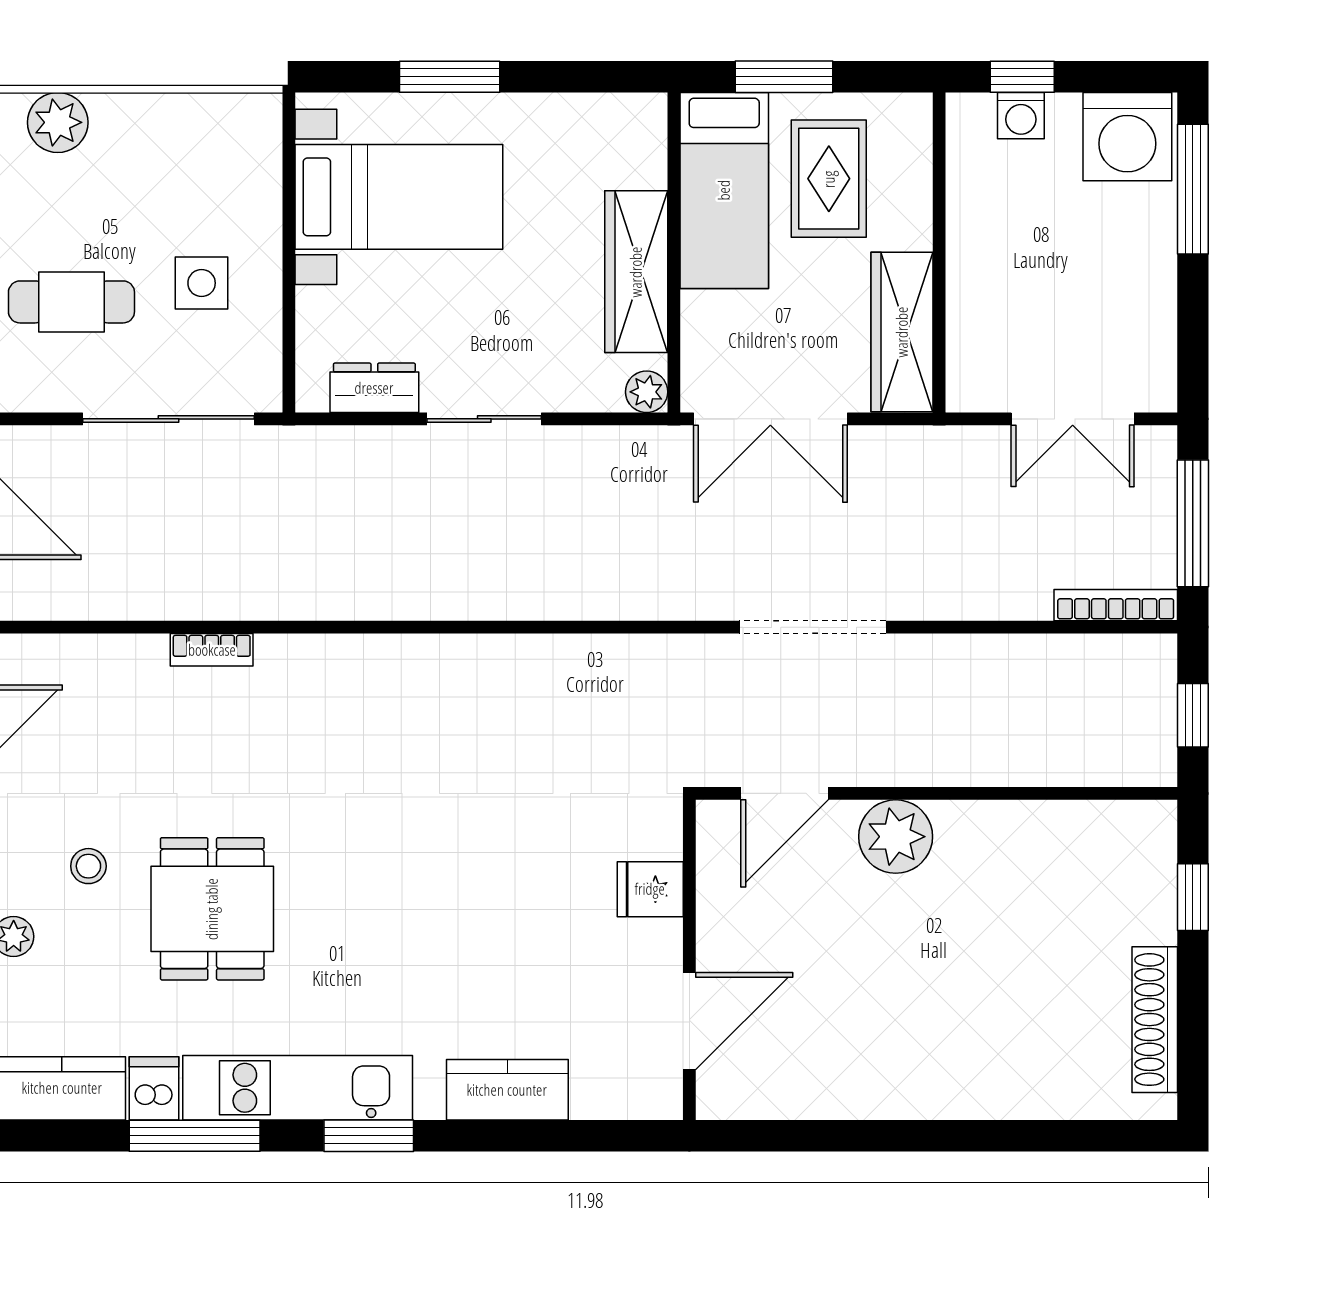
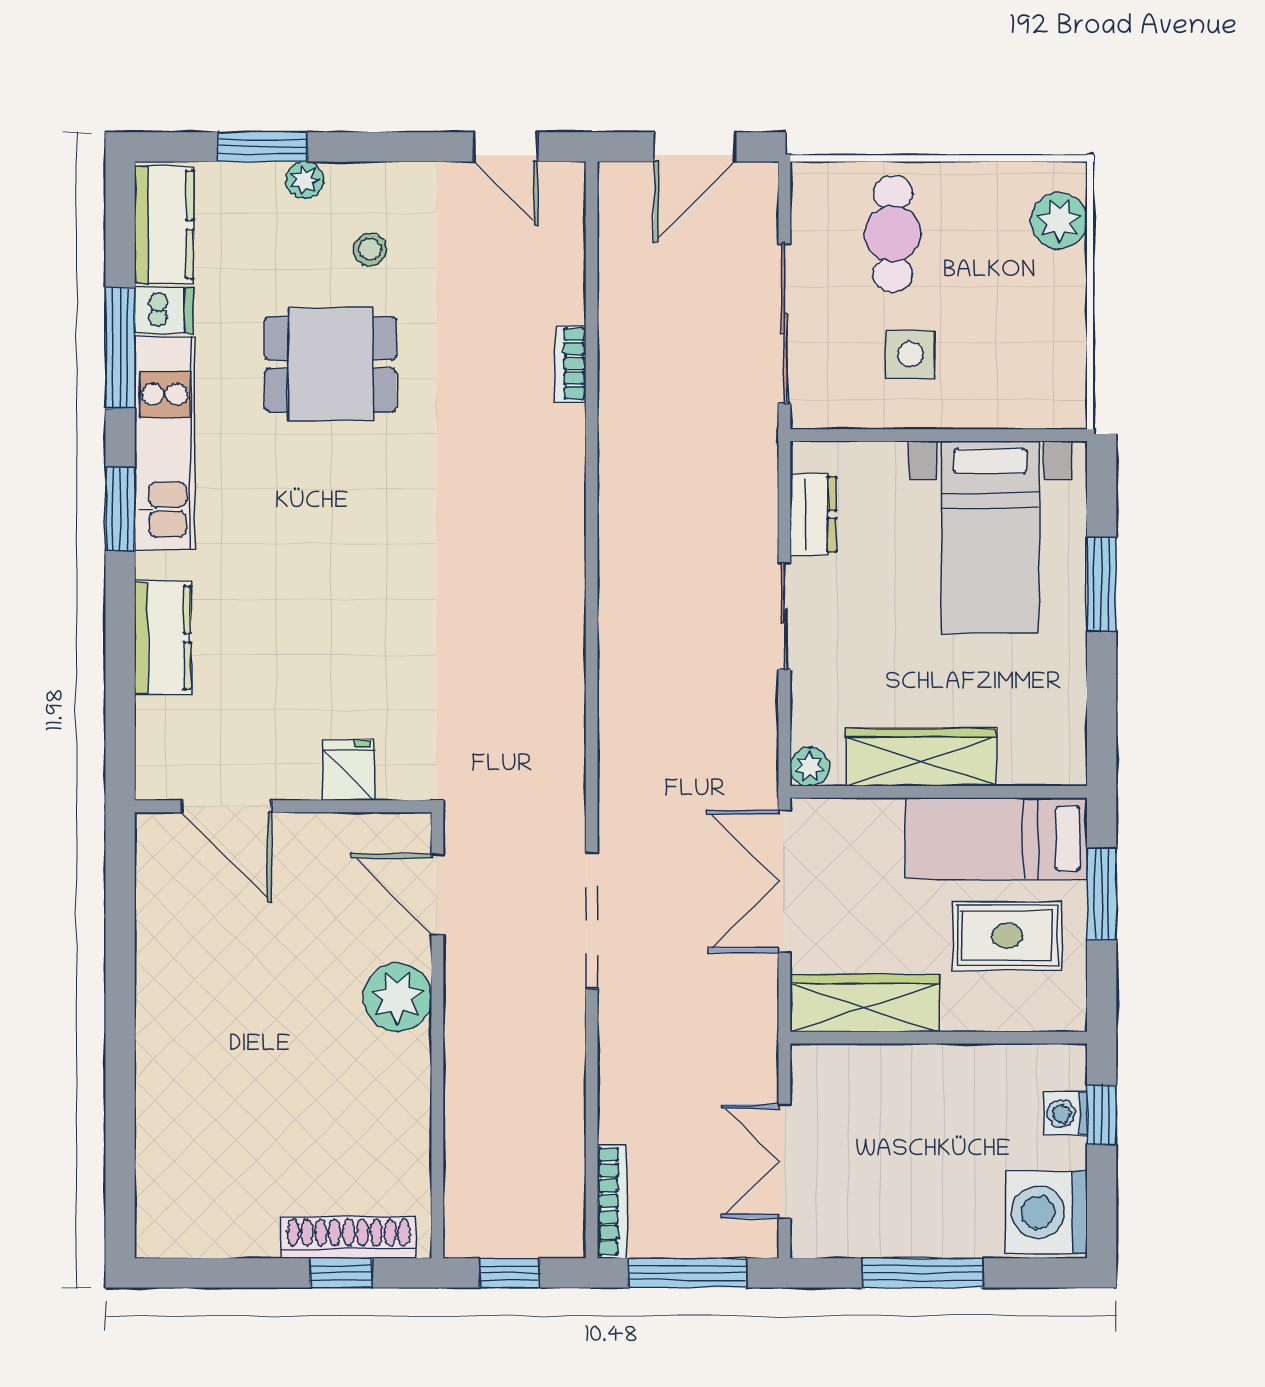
window: (1193, 189) -> (923, 1273), moved
shoe rack: (1155, 1020) -> (349, 1238), moved

